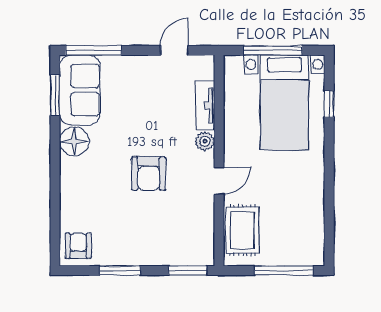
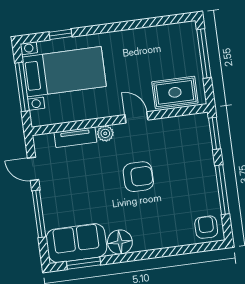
window: (94, 50) -> (39, 214), moved
armchair: (78, 246) -> (206, 227), turned 90
window: (120, 270) -> (222, 190), width x1.44

